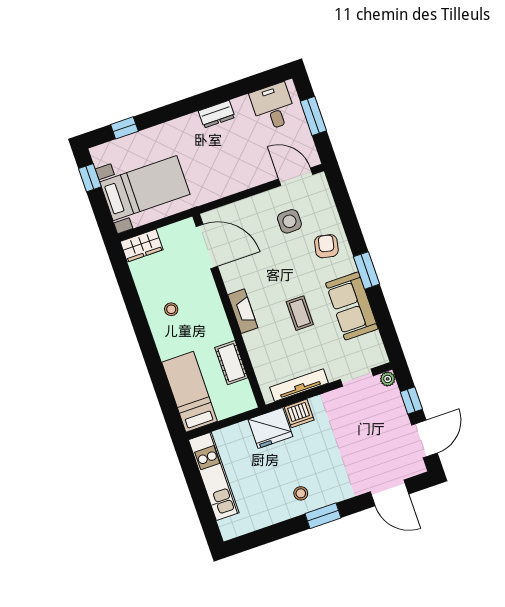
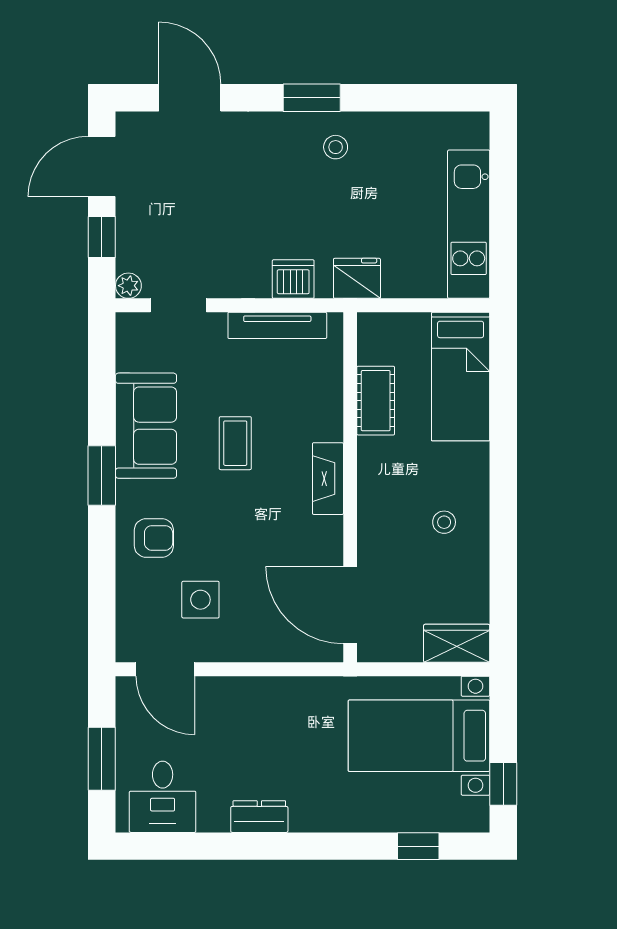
armchair: (326, 246) -> (154, 538), turned -102
fridge: (270, 428) -> (357, 278), width x0.73, depth x0.75

